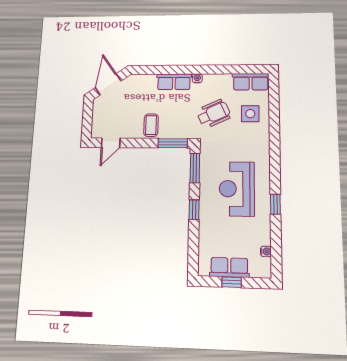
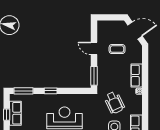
coffee table: (151, 125) -> (117, 49), moved
door: (111, 143) -> (94, 48), moved
window: (195, 168) -> (23, 91), moved

